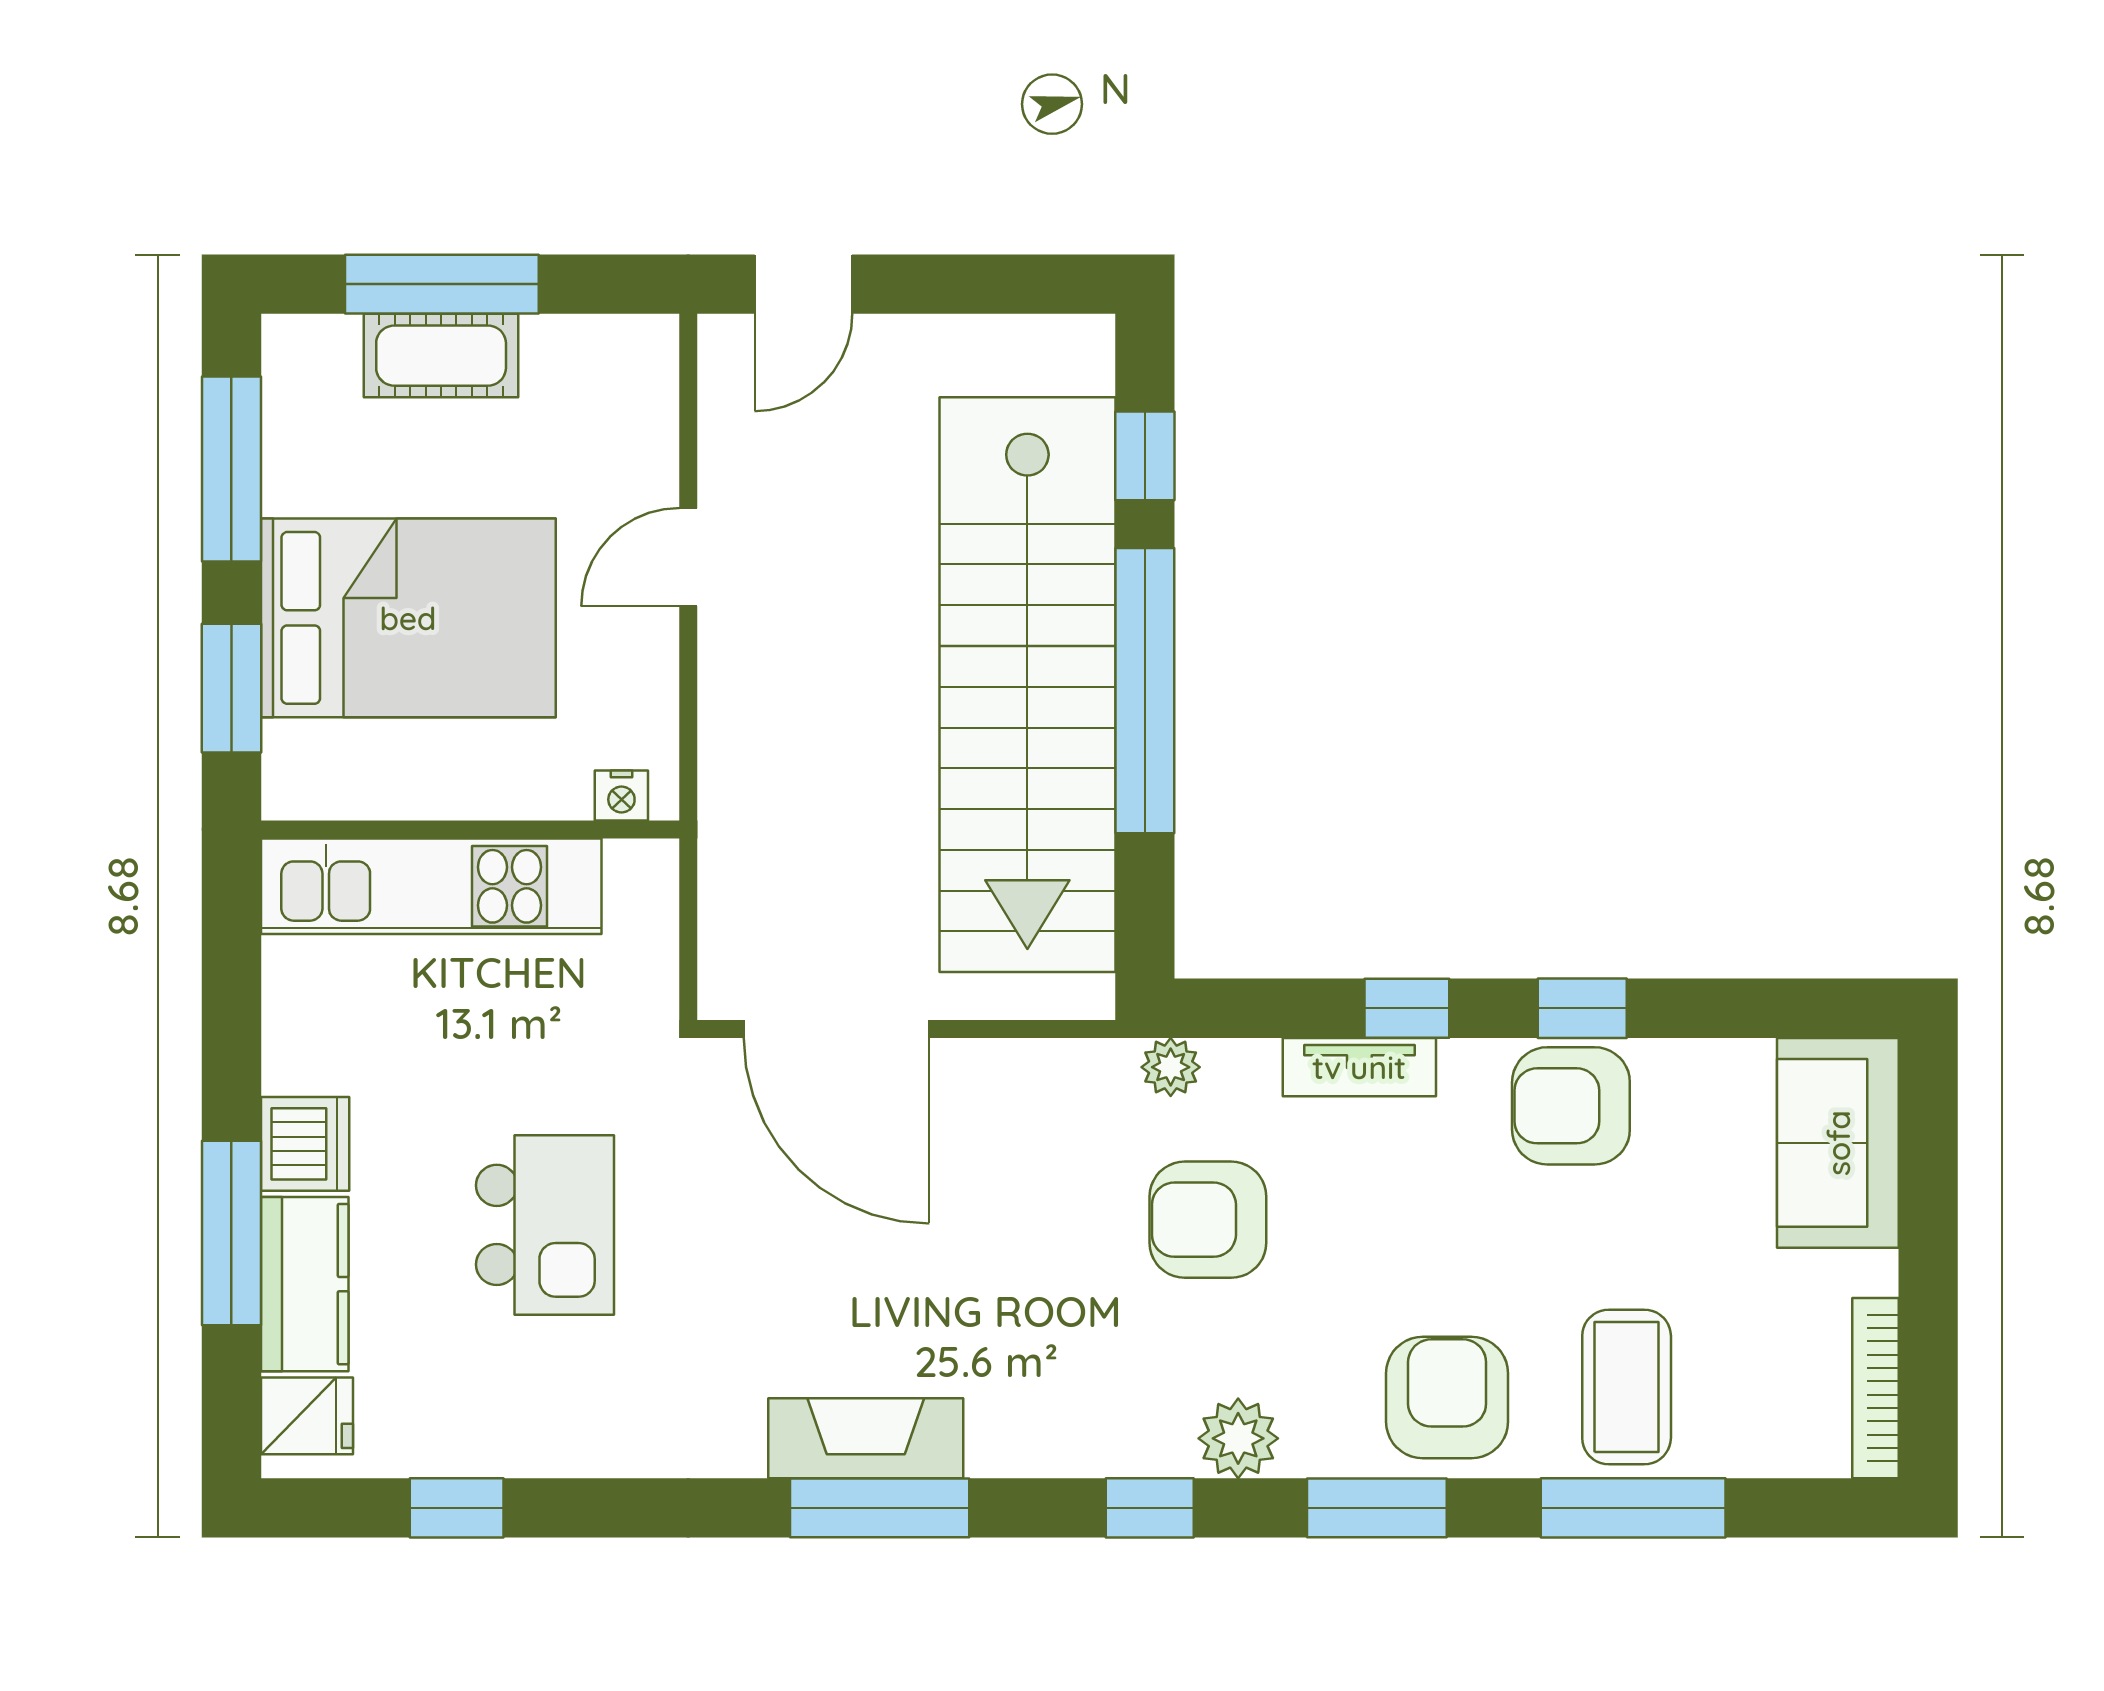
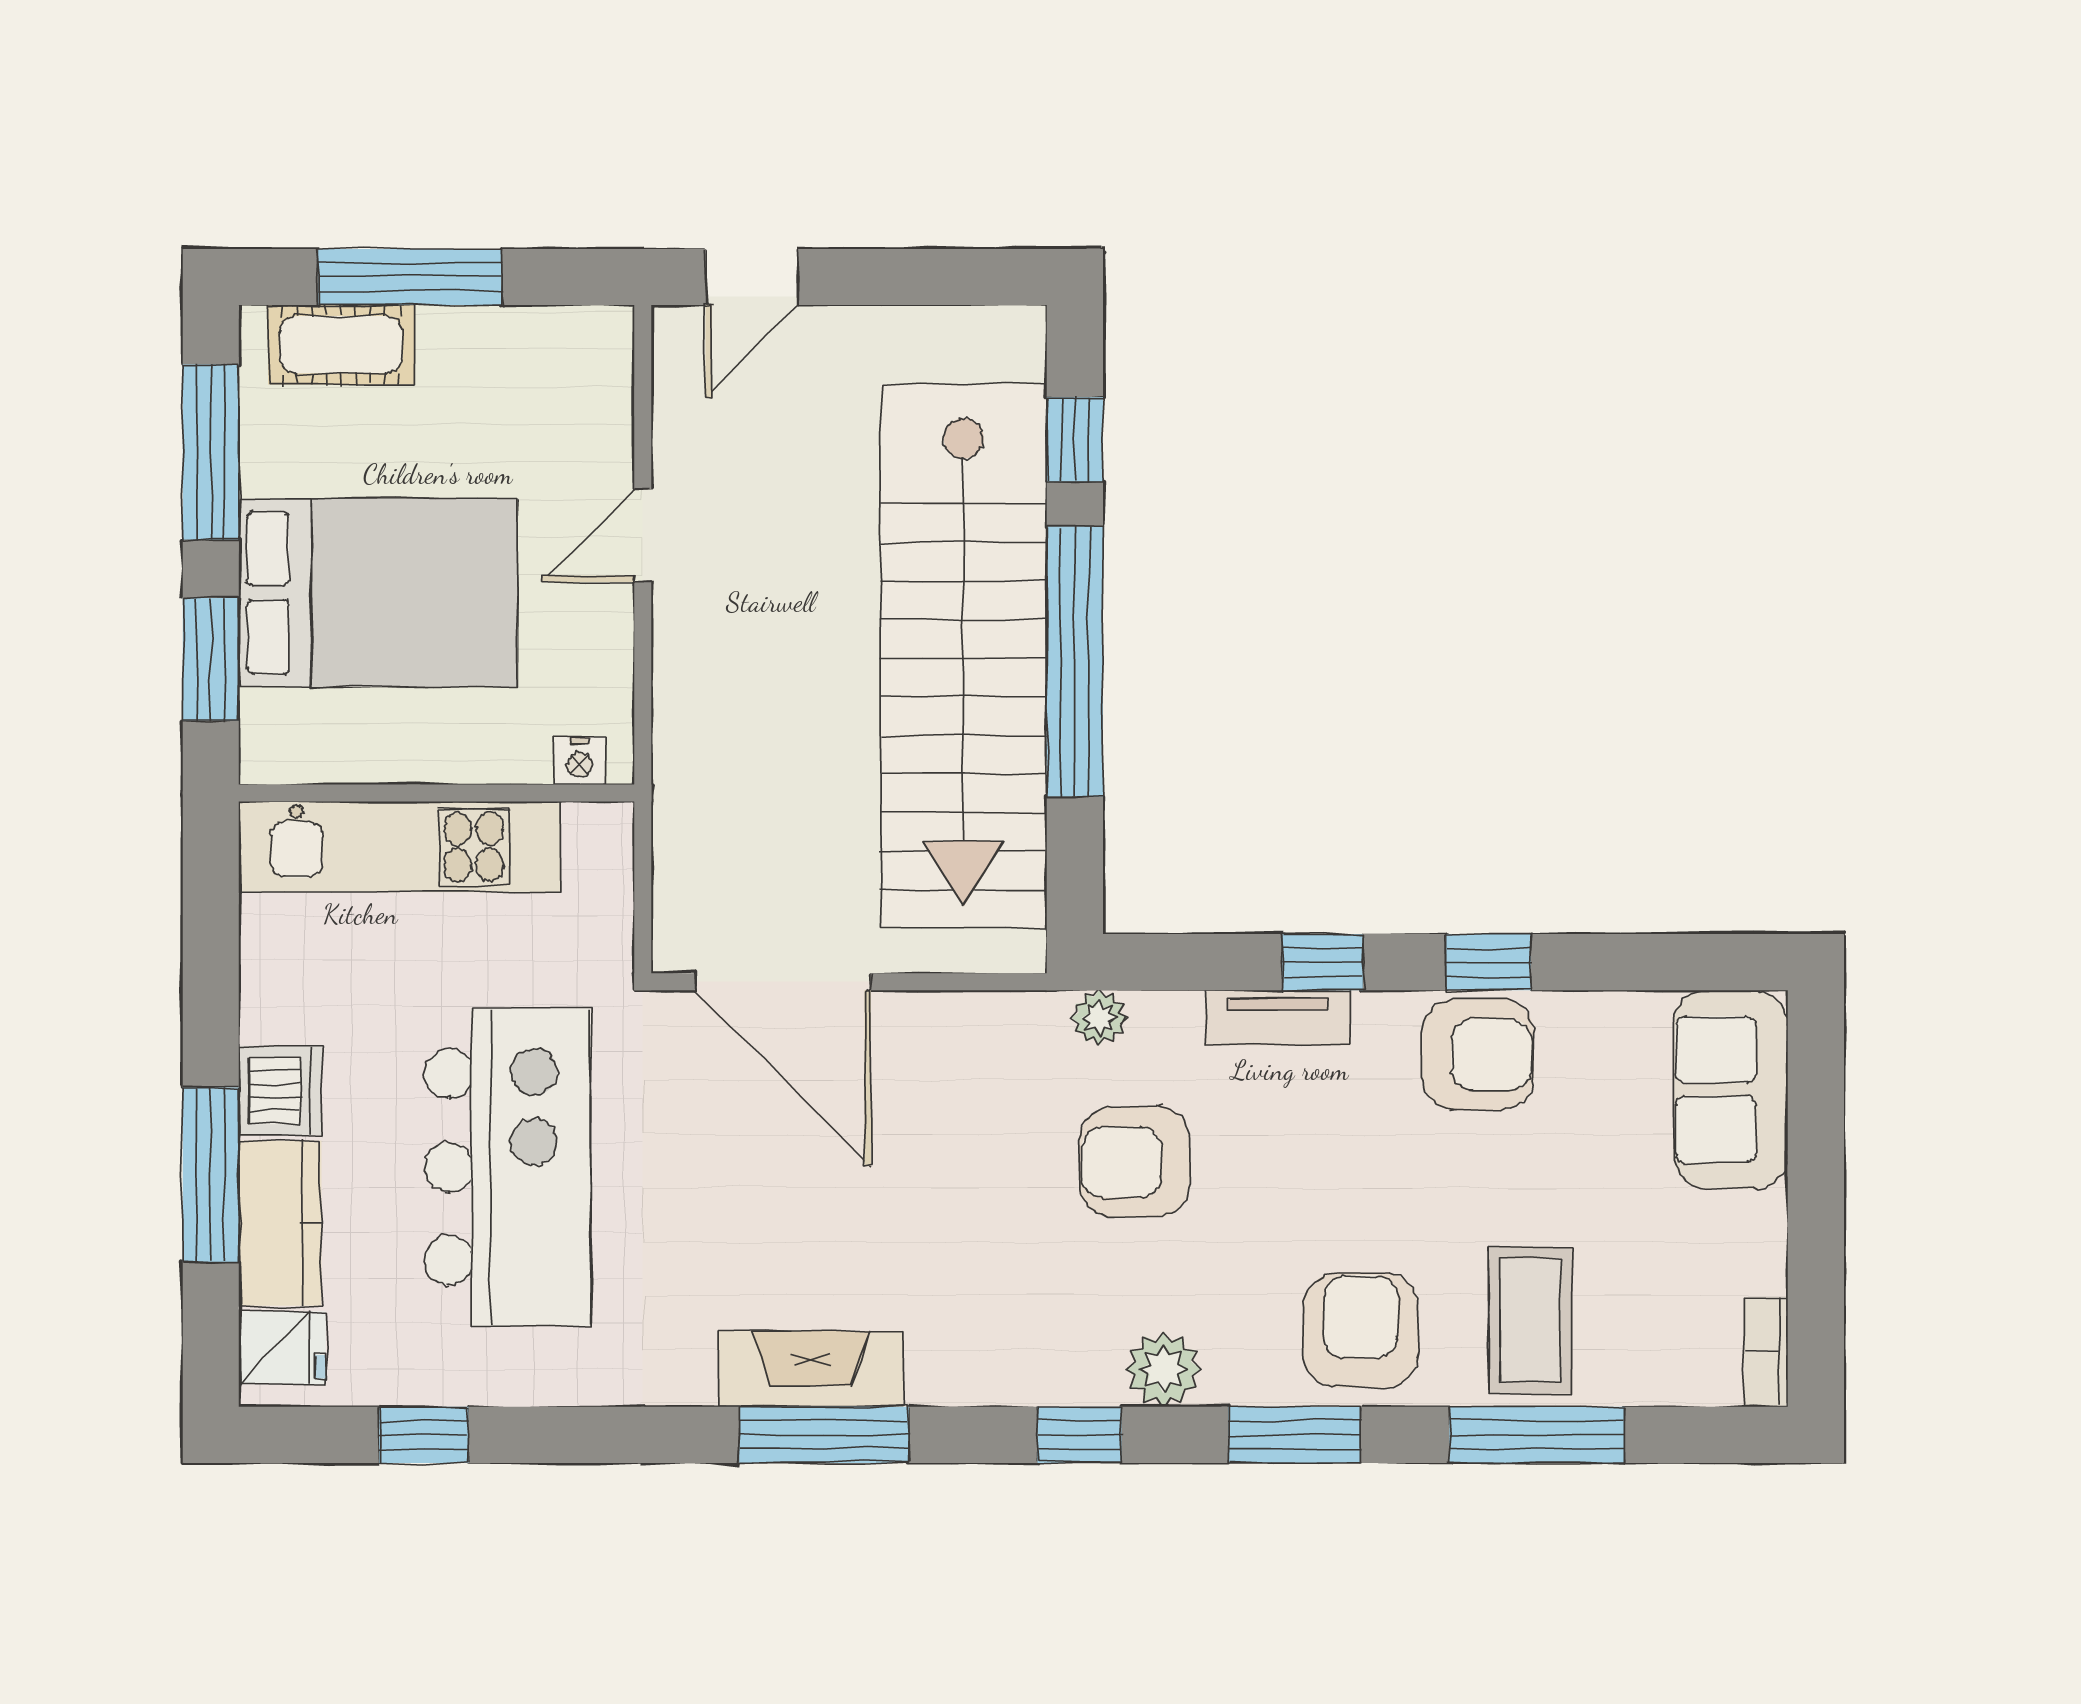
cot: (441, 356) -> (341, 345), moved
armchair: (1571, 1106) -> (1478, 1054), turned 180
kitchen island: (545, 1225) -> (507, 1167), width x1.87, depth x1.28
bookcase: (1876, 1388) -> (1766, 1352), width x0.64

